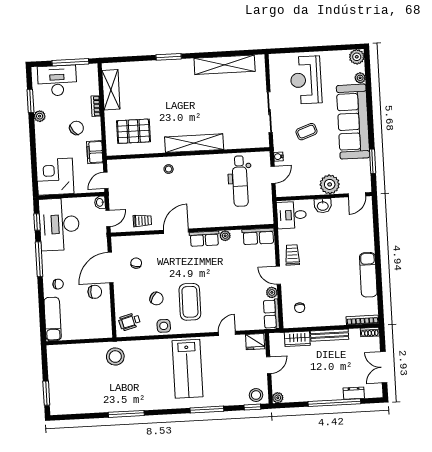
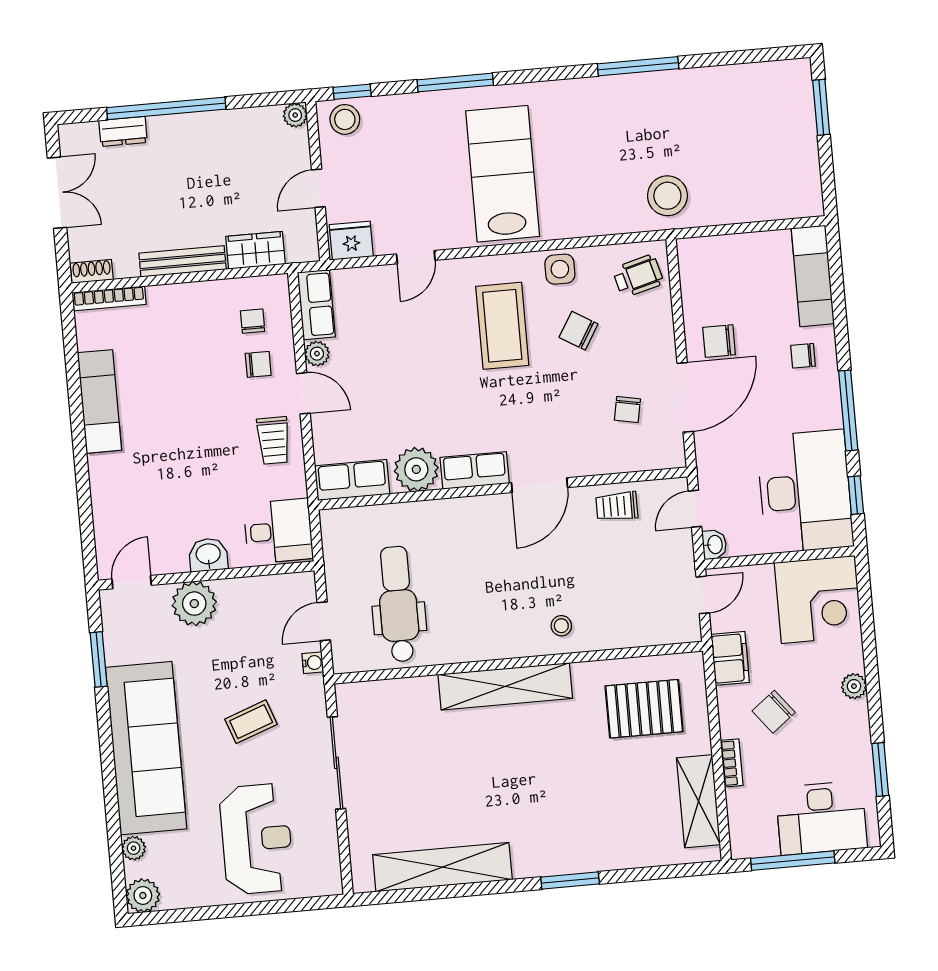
plant: (40, 116) -> (854, 686), moved
plant: (225, 236) -> (416, 469), width x1.88, depth x1.88
chair: (298, 289) -> (258, 364), added

